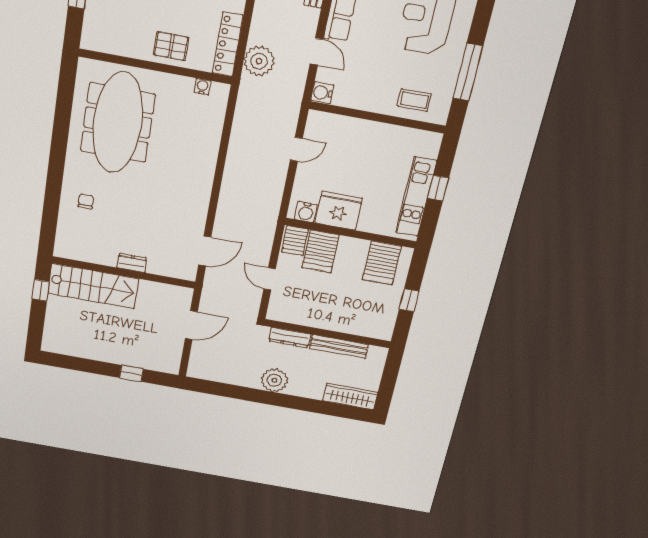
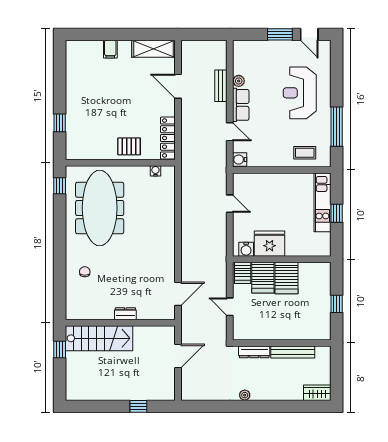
plant: (259, 61) -> (192, 146), removed
window: (67, 83) -> (60, 186), added
door: (296, 149) -> (230, 204), hinge flipped
kitchen unit: (416, 197) -> (322, 202), moved
server rack: (382, 263) -> (286, 278), moved
plant: (274, 380) -> (245, 395), width x0.53, depth x0.53
wardrobe: (350, 397) -> (317, 393), width x0.67

